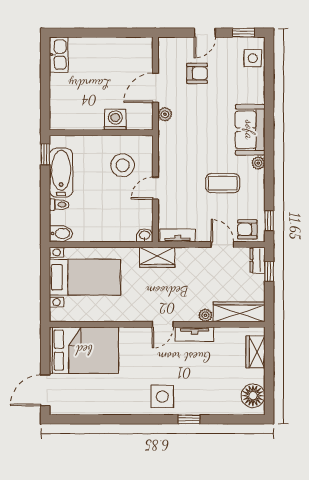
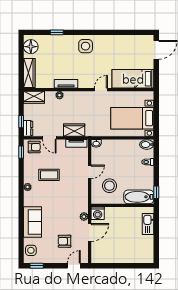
door: (205, 33) -> (74, 266), moved
kitchen sink: (59, 55) -> (148, 224), moved
washing machine: (115, 120) -> (98, 213), moved
sofa: (250, 130) -> (33, 222), moved
bathtub: (61, 173) -> (139, 197), moved, turned 90
wardrobe: (157, 257) -> (74, 130), moved
wardrobe: (239, 312) -> (34, 97), width x0.67
door: (163, 324) -> (101, 90), moved
bed: (84, 350) -> (133, 79), width x0.67
wardrobe: (255, 352) -> (29, 73), width x1.50
window: (189, 419) -> (57, 32), moved

